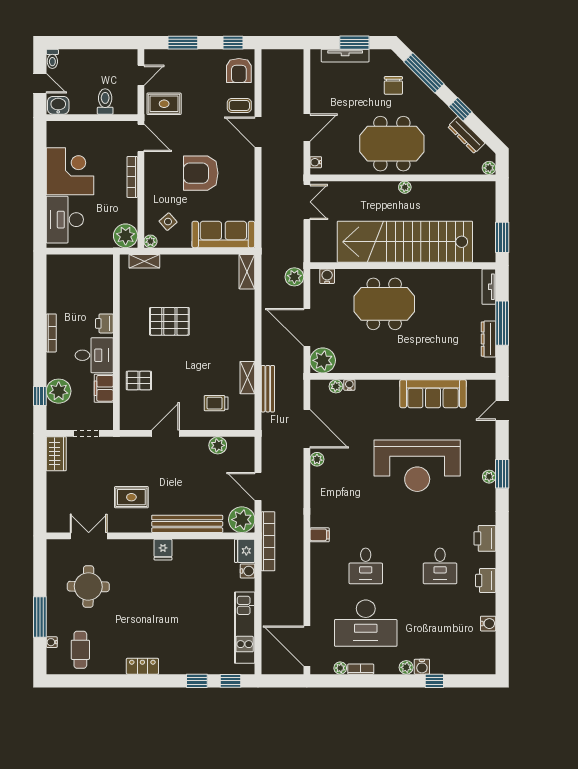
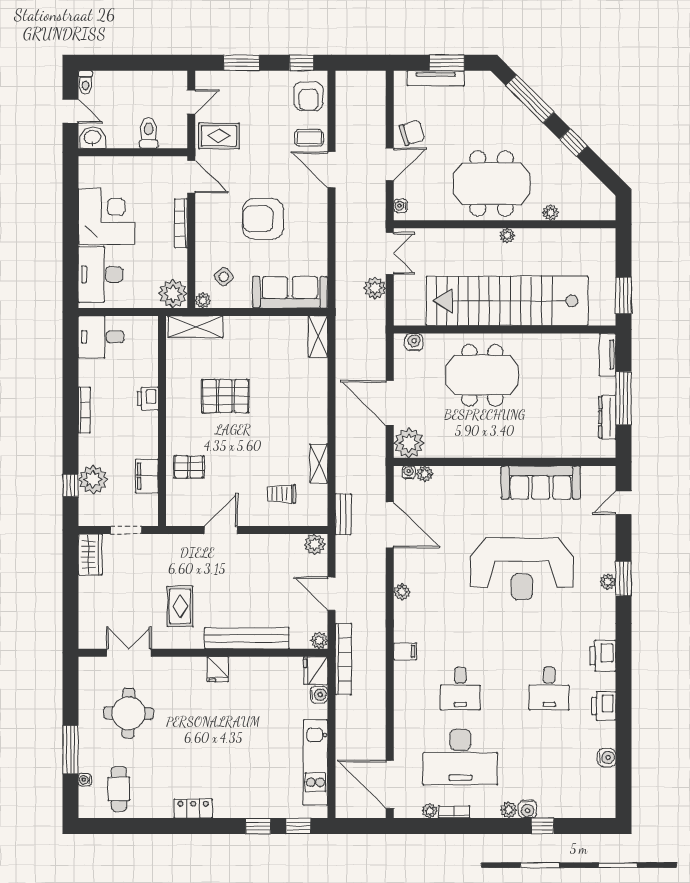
chair: (393, 85) -> (412, 133), moved, turned -107
dresser: (466, 135) -> (580, 173), removed
plant: (489, 168) -> (550, 213), moved
shelving: (144, 261) -> (195, 327), width x1.50, depth x1.33
plant: (294, 277) -> (375, 288), moved
desk: (94, 355) -> (101, 337), moved, turned 180
water cooler: (349, 385) -> (409, 472), moved
bench: (268, 389) -> (343, 514), moved, width x0.73
plant: (218, 445) -> (315, 544), moved
plant: (317, 459) -> (402, 592), moved
rug: (131, 497) -> (180, 606), turned 90
plant: (242, 520) -> (319, 641), width x0.53, depth x0.53

